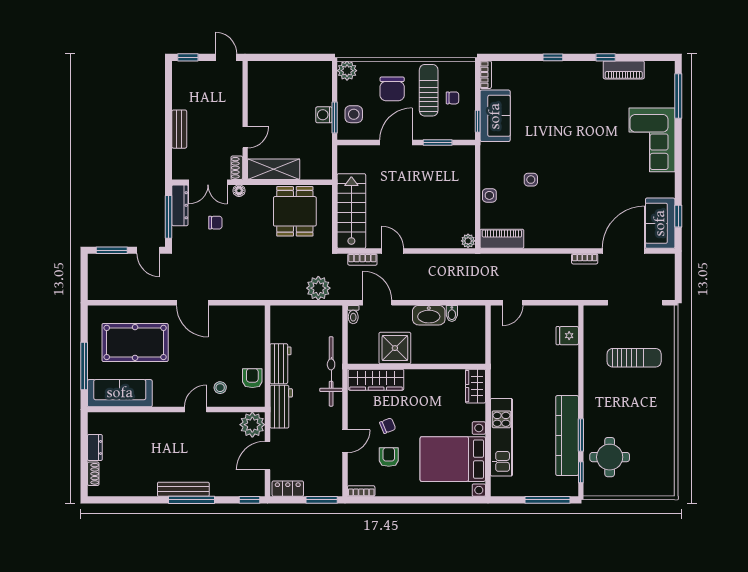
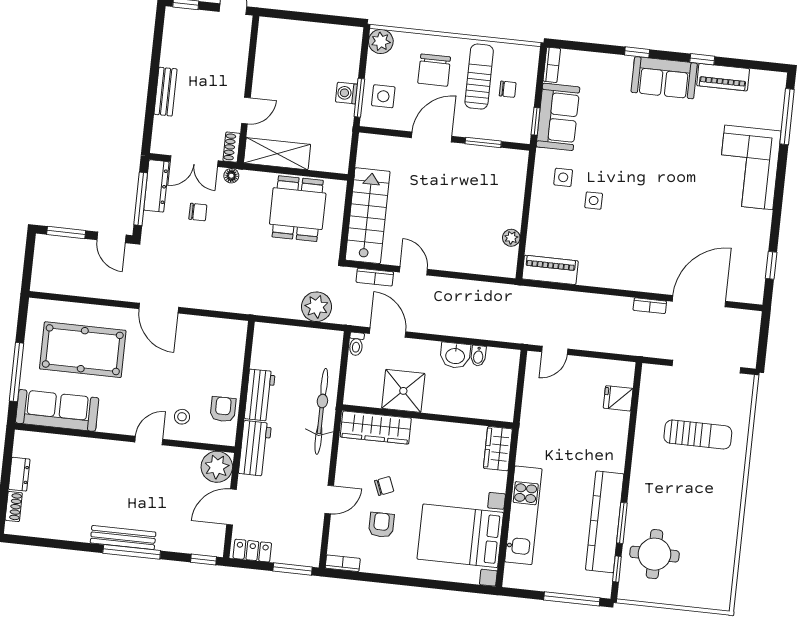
side table: (489, 195) -> (563, 177), moved
sofa: (660, 223) -> (664, 78), moved, turned -90
plant: (468, 241) -> (511, 238), moved
washbasin: (429, 315) -> (455, 355), width x0.72

